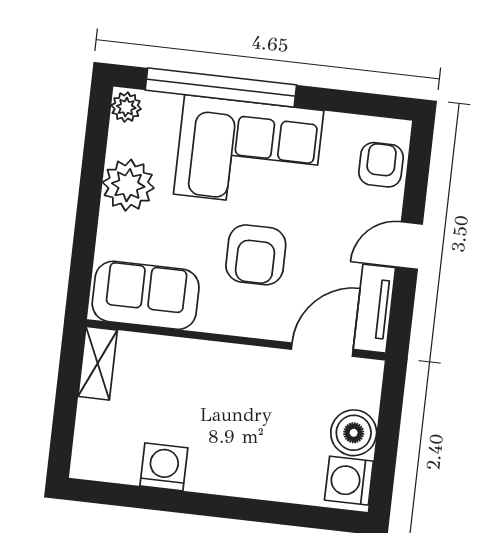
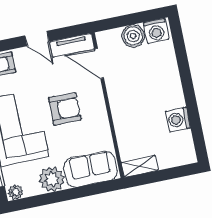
sofa: (146, 295) -> (90, 169), moved, turned 90

